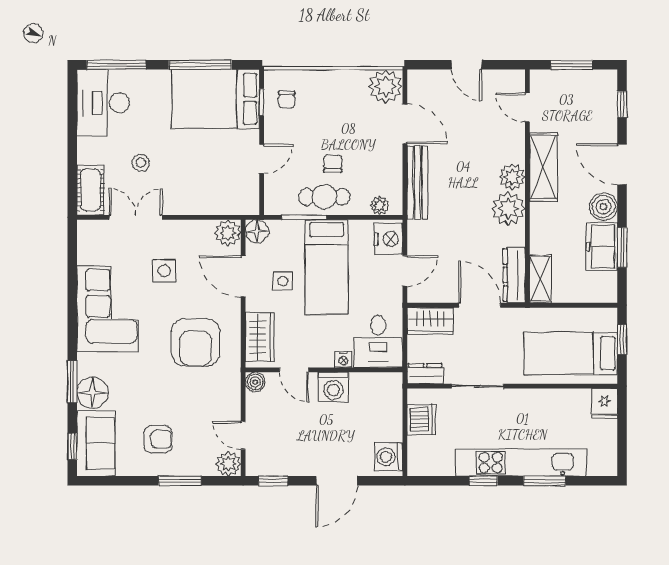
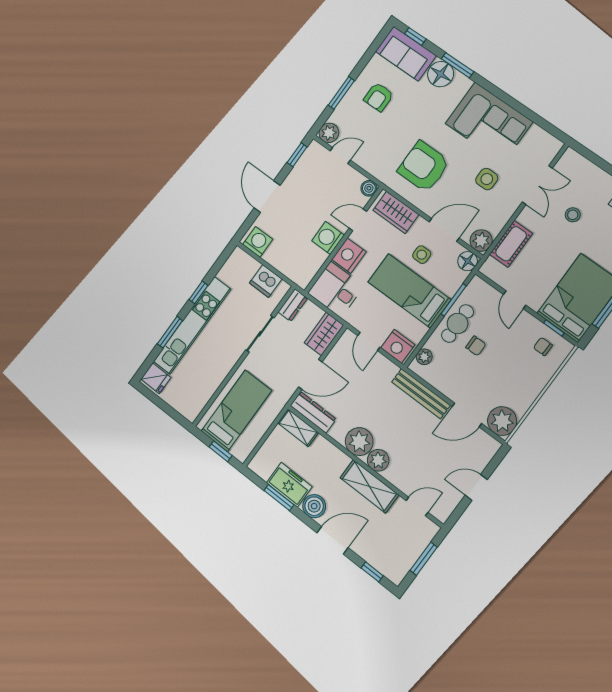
cot: (90, 190) -> (511, 244), moved, turned 90
nightstand: (343, 359) -> (349, 256), width x1.89, depth x1.79
fridge: (605, 404) -> (156, 378), moved, turned 180

